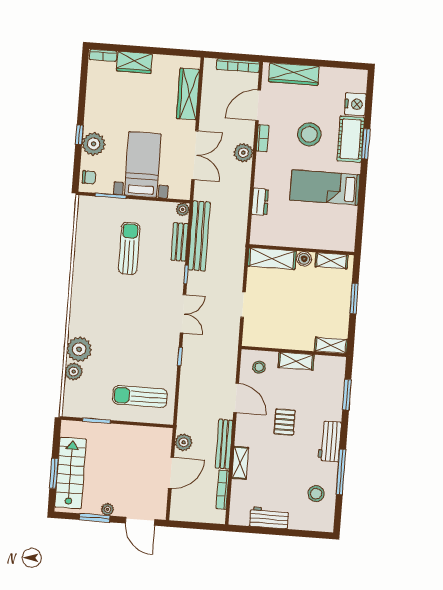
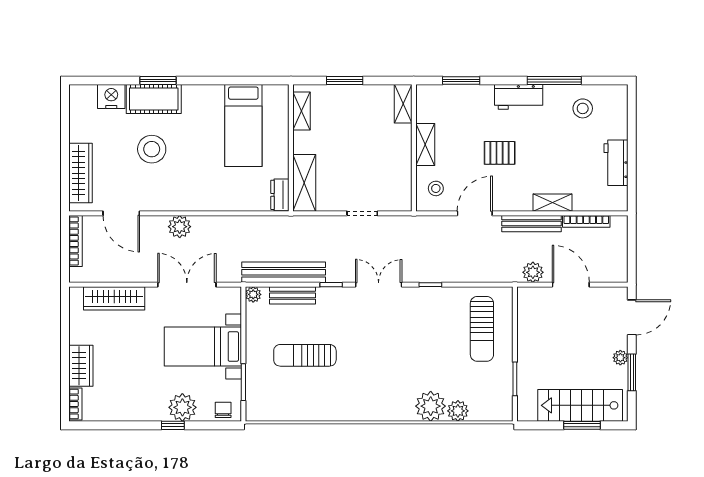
bookcase: (263, 138) -> (160, 205), removed
bed: (325, 187) -> (243, 126), moved
dresser: (260, 202) -> (280, 195), moved, turned -90
boiler: (304, 259) -> (302, 144), removed

